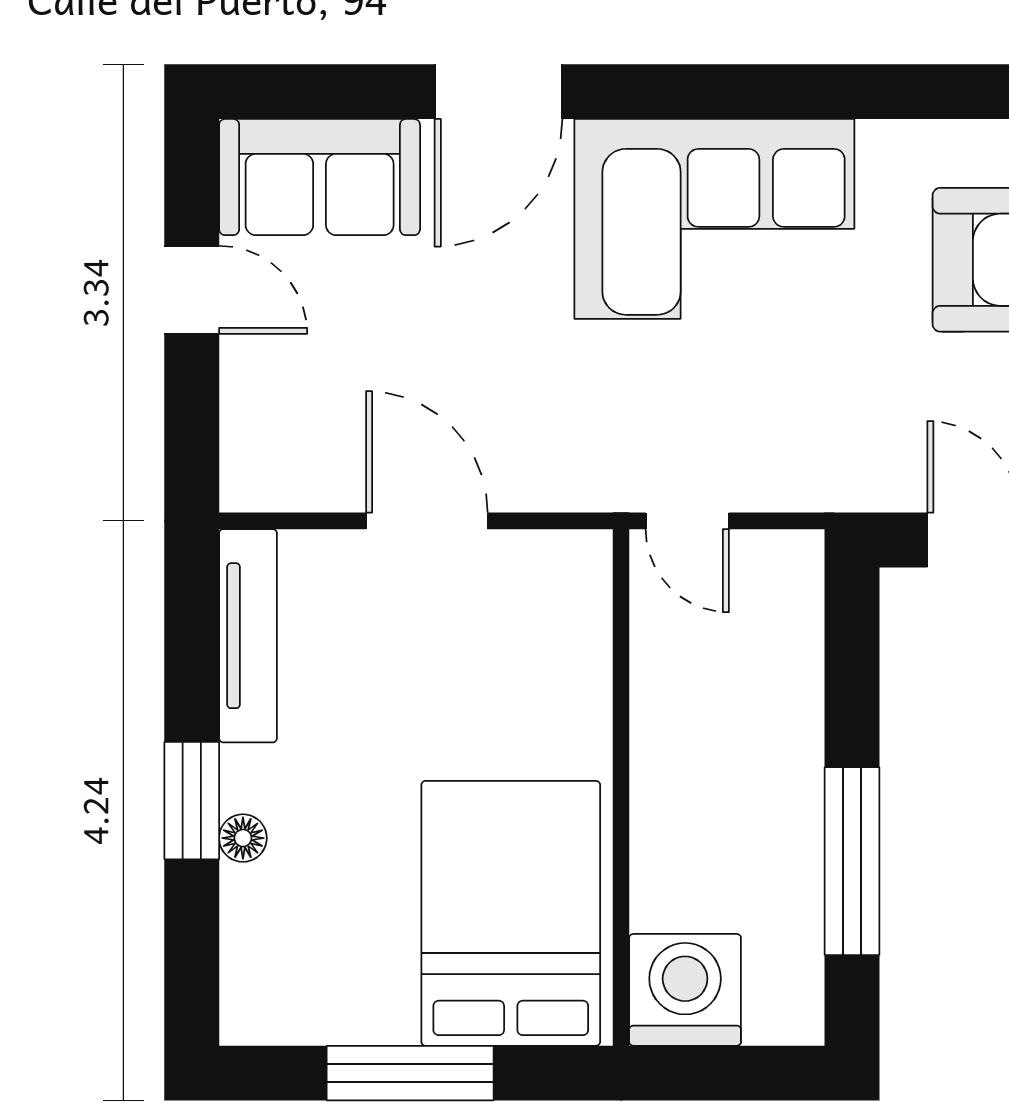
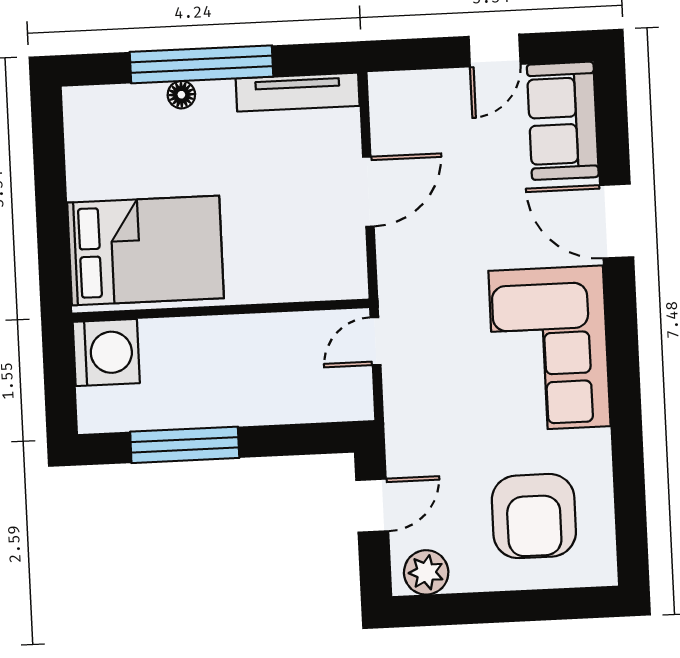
window: (192, 801) -> (201, 64), width x2.11
window: (410, 1073) -> (51, 197), removed

